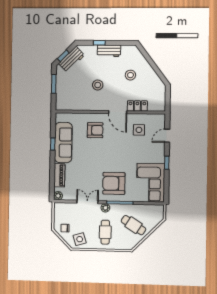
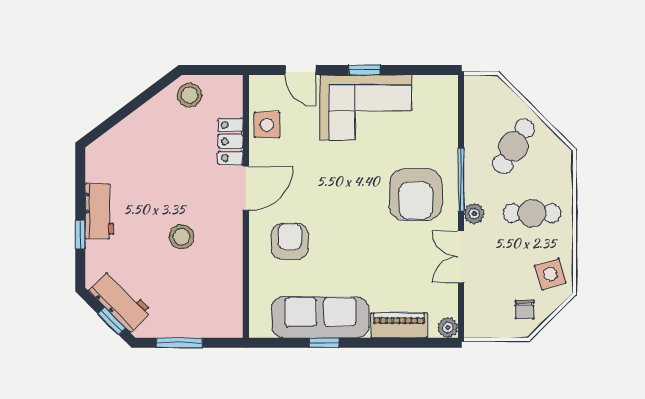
stool: (130, 75) -> (190, 95), moved
side table: (139, 130) -> (267, 125), moved
corner sofa: (151, 183) -> (366, 108), moved

